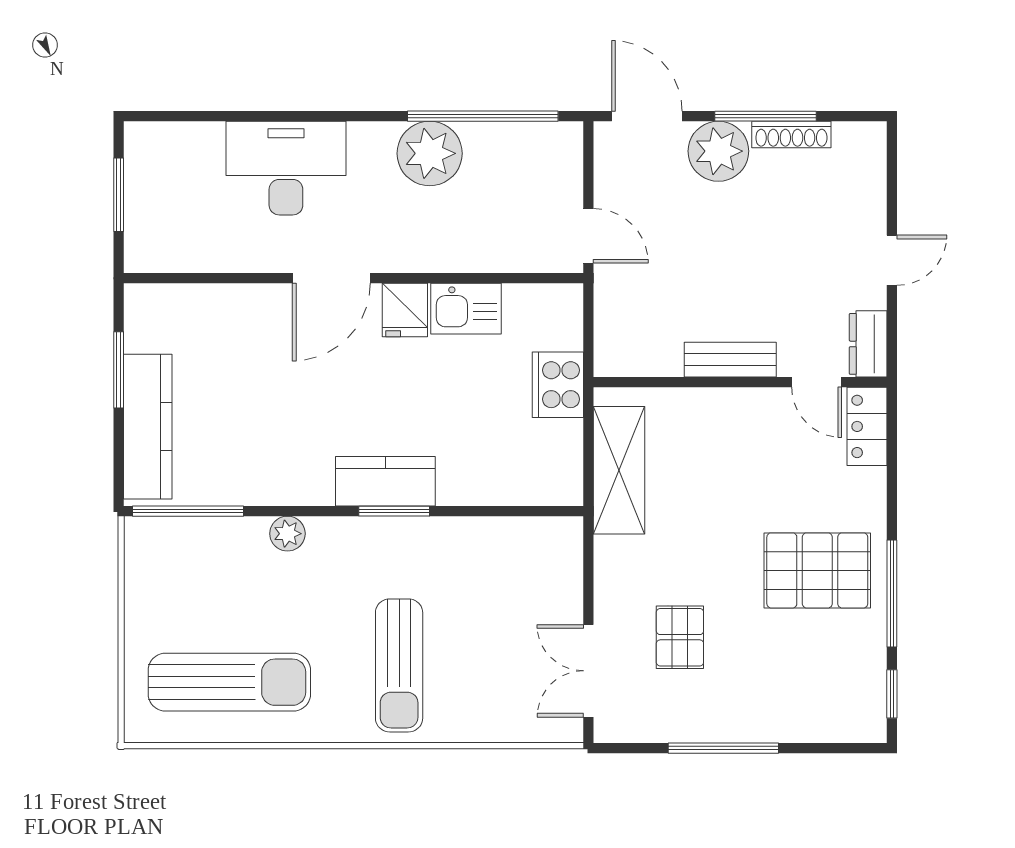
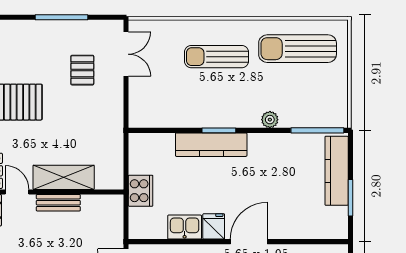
shelving: (619, 470) -> (64, 177), moved, turned 90
kitchen counter: (385, 481) -> (211, 145), width x1.50
sun lounger: (399, 665) -> (217, 57), turned -90

